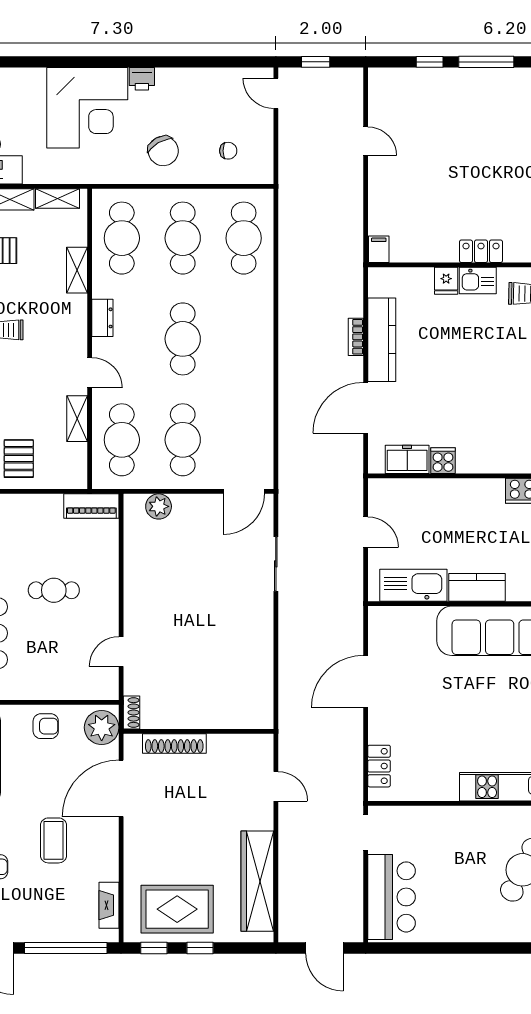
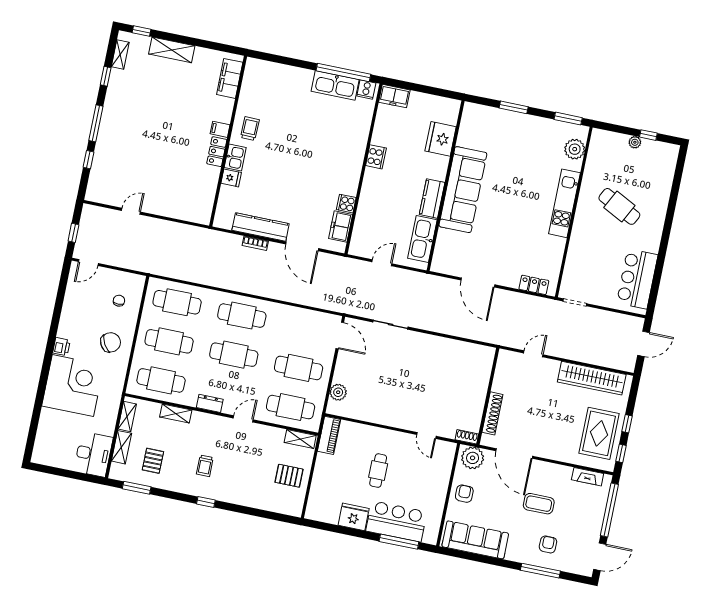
filing cabinet: (379, 249) -> (220, 129), moved
cafe table: (244, 339) -> (242, 316), added
shelving: (77, 419) -> (300, 439), moved
bar counter: (392, 897) -> (637, 279), moved, turned -90

